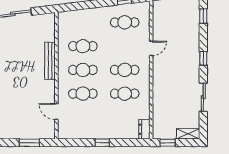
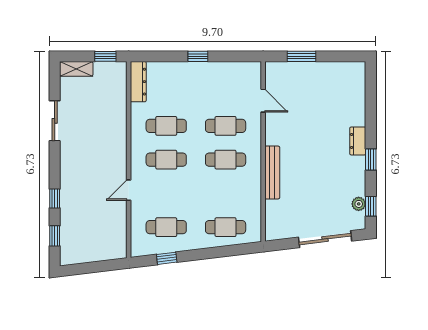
cafe table: (83, 46) -> (226, 227), moved
window: (203, 58) -> (55, 198), moved
dresser: (144, 129) -> (138, 82), width x1.44

